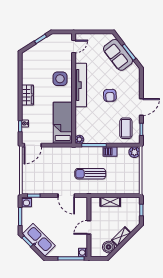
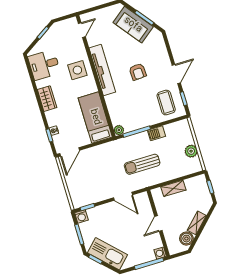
desk: (33, 66) -> (44, 65), added
plant: (134, 152) -> (191, 151), moved

